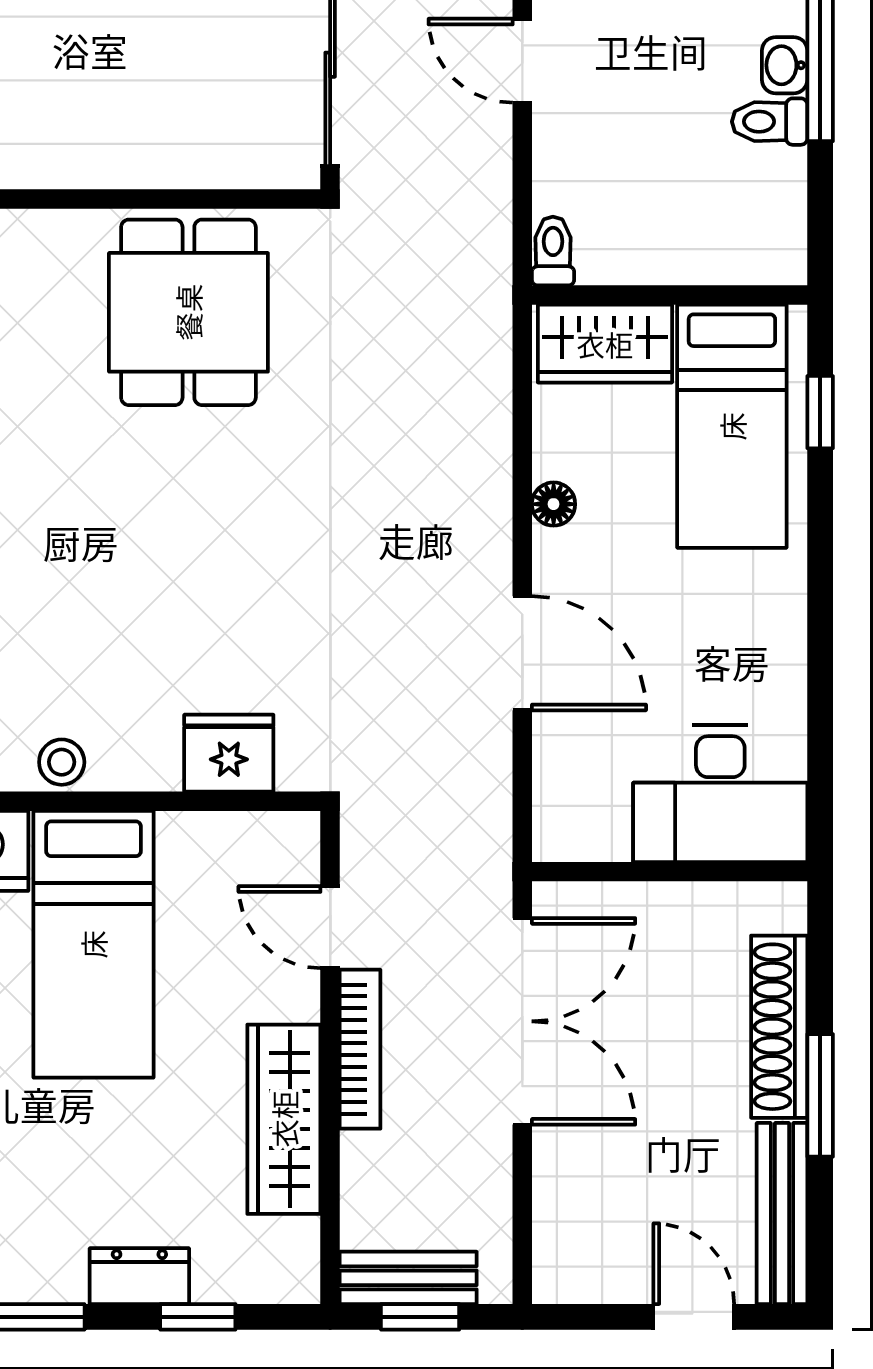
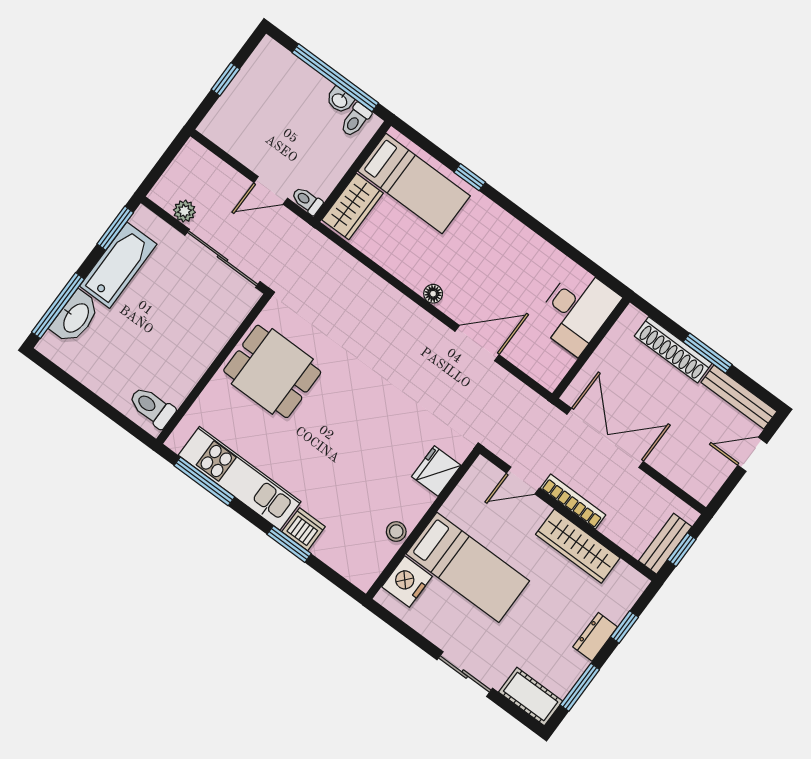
toilet: (553, 251) -> (307, 201), moved
wall: (670, 295) -> (352, 171), moved
wardrobe: (605, 344) -> (353, 206), moved
bed: (732, 426) -> (414, 184), moved

